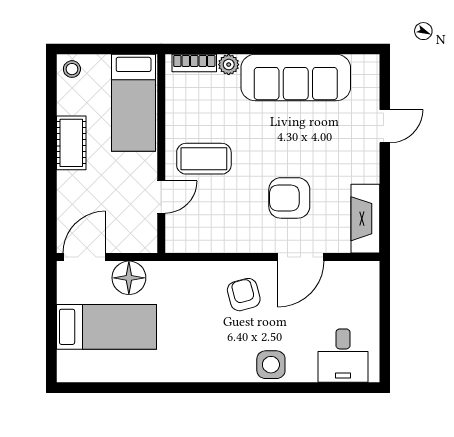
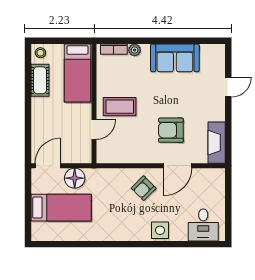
sofa: (296, 78) -> (175, 58), width x0.73
cot: (71, 143) -> (40, 80), moved
armchair: (244, 295) -> (144, 188), turned -120

